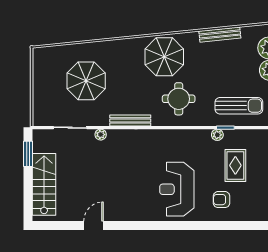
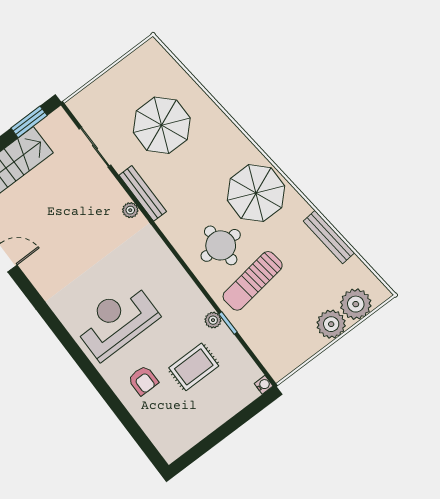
sun lounger: (239, 106) -> (253, 281), moved, turned 82
bench: (130, 120) -> (143, 193), moved
plant: (101, 135) -> (130, 210), moved
armchair: (222, 200) -> (143, 380), turned 180

